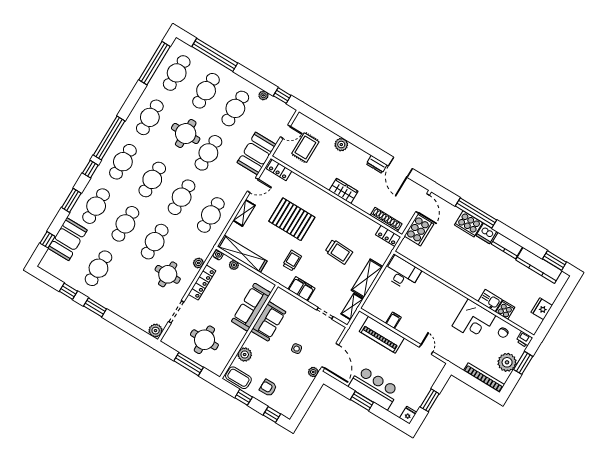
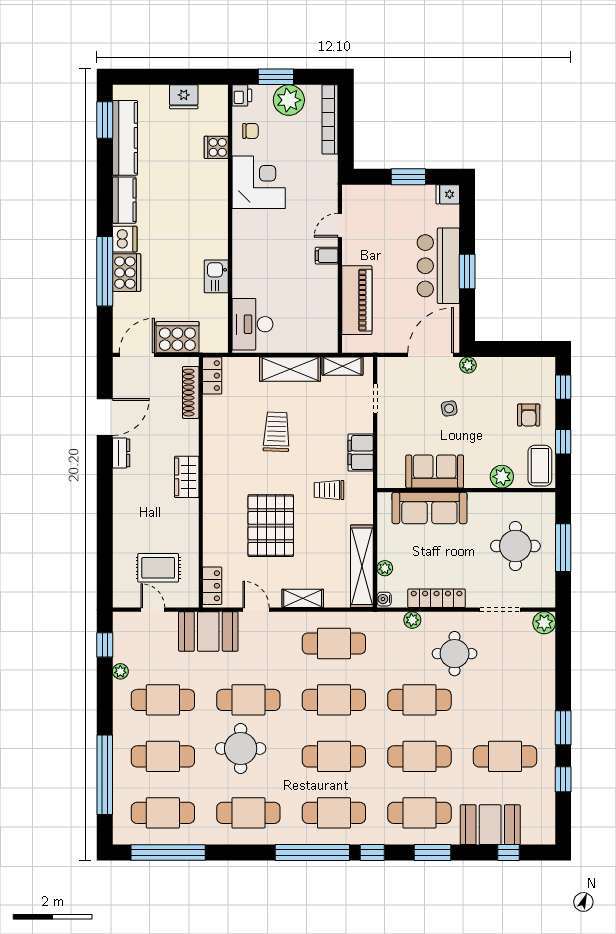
plant: (341, 145) -> (123, 520), removed
kitchen sink: (490, 301) -> (216, 276), moved
filing cabinet: (393, 320) -> (327, 256), moved

